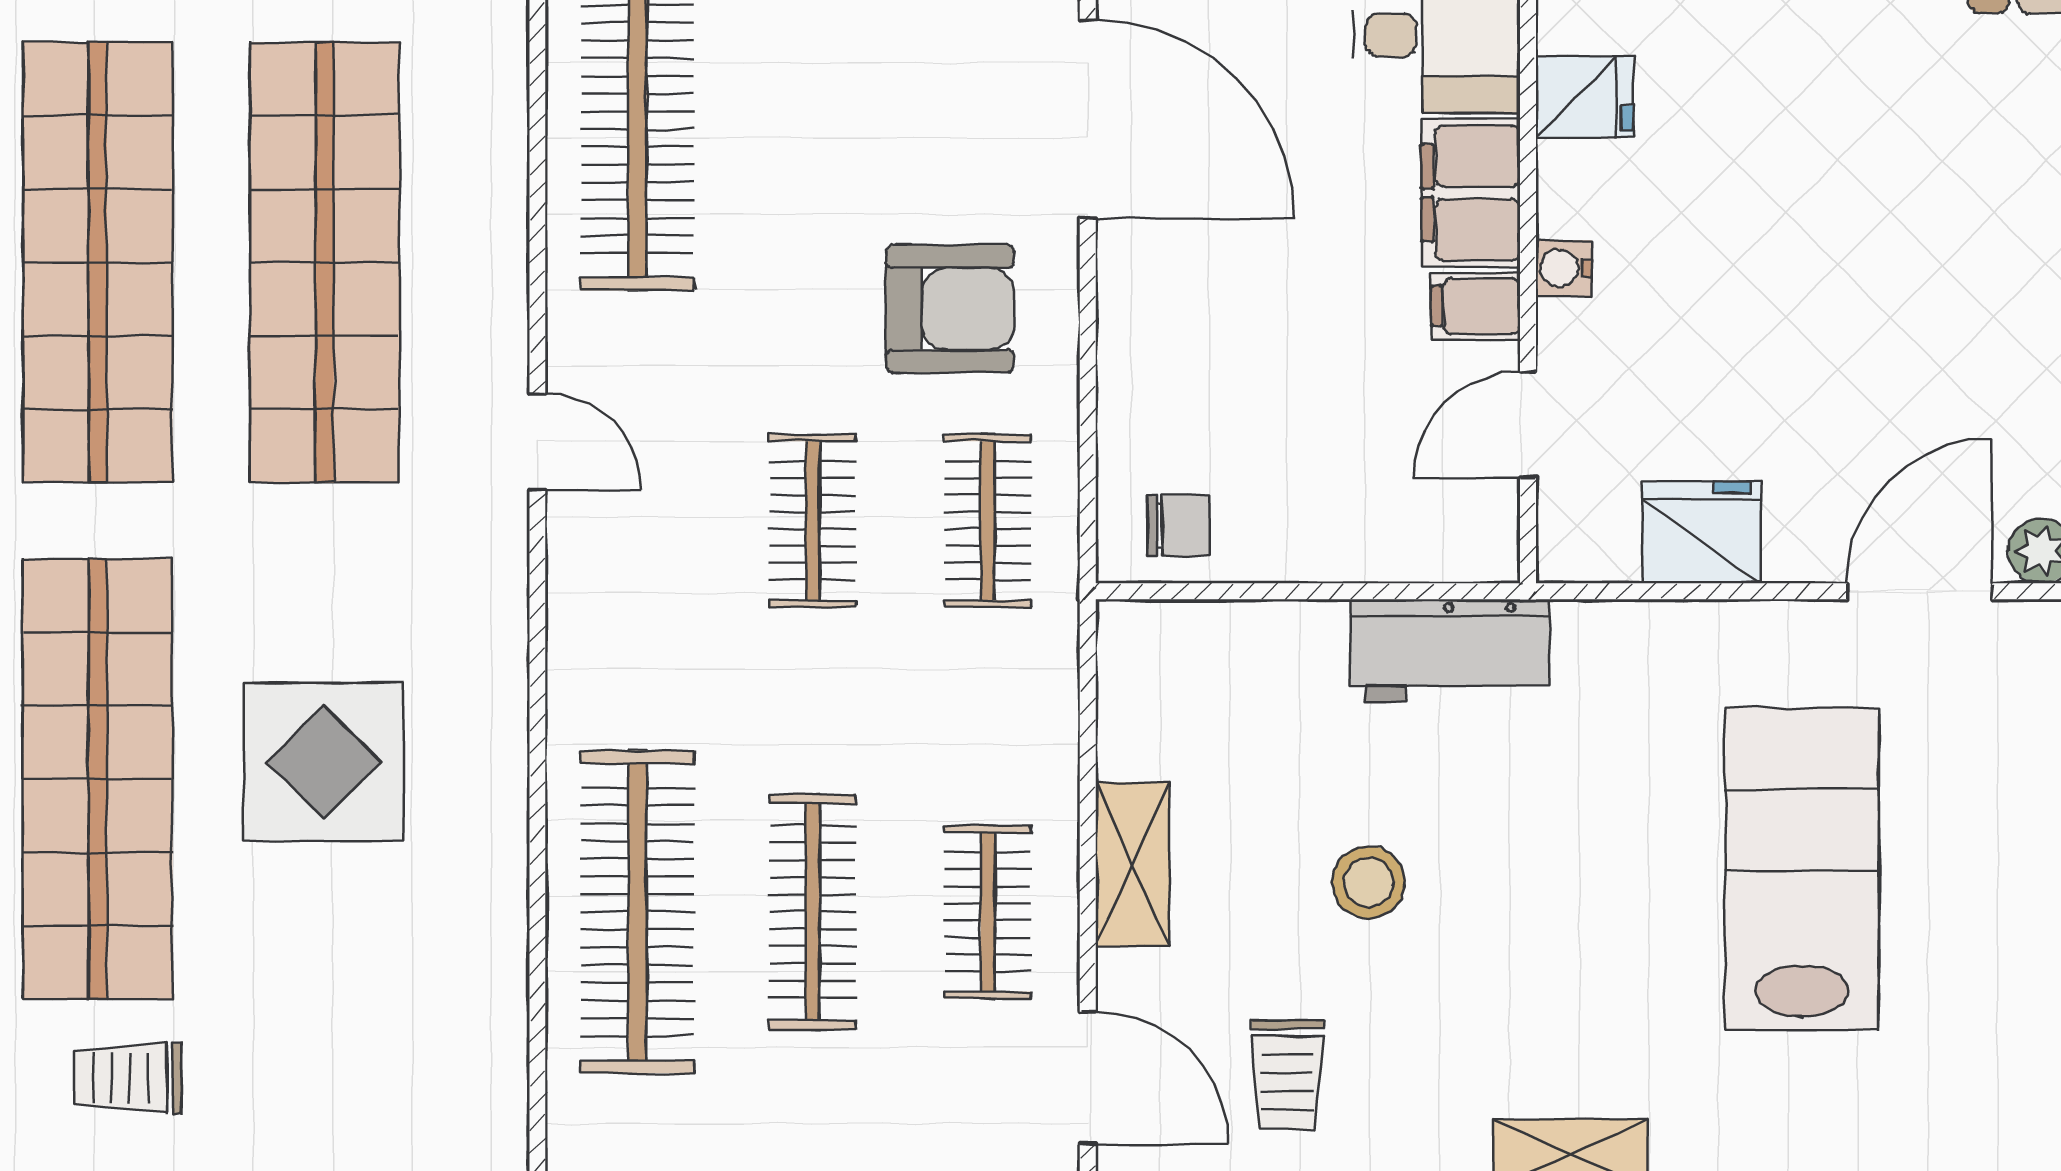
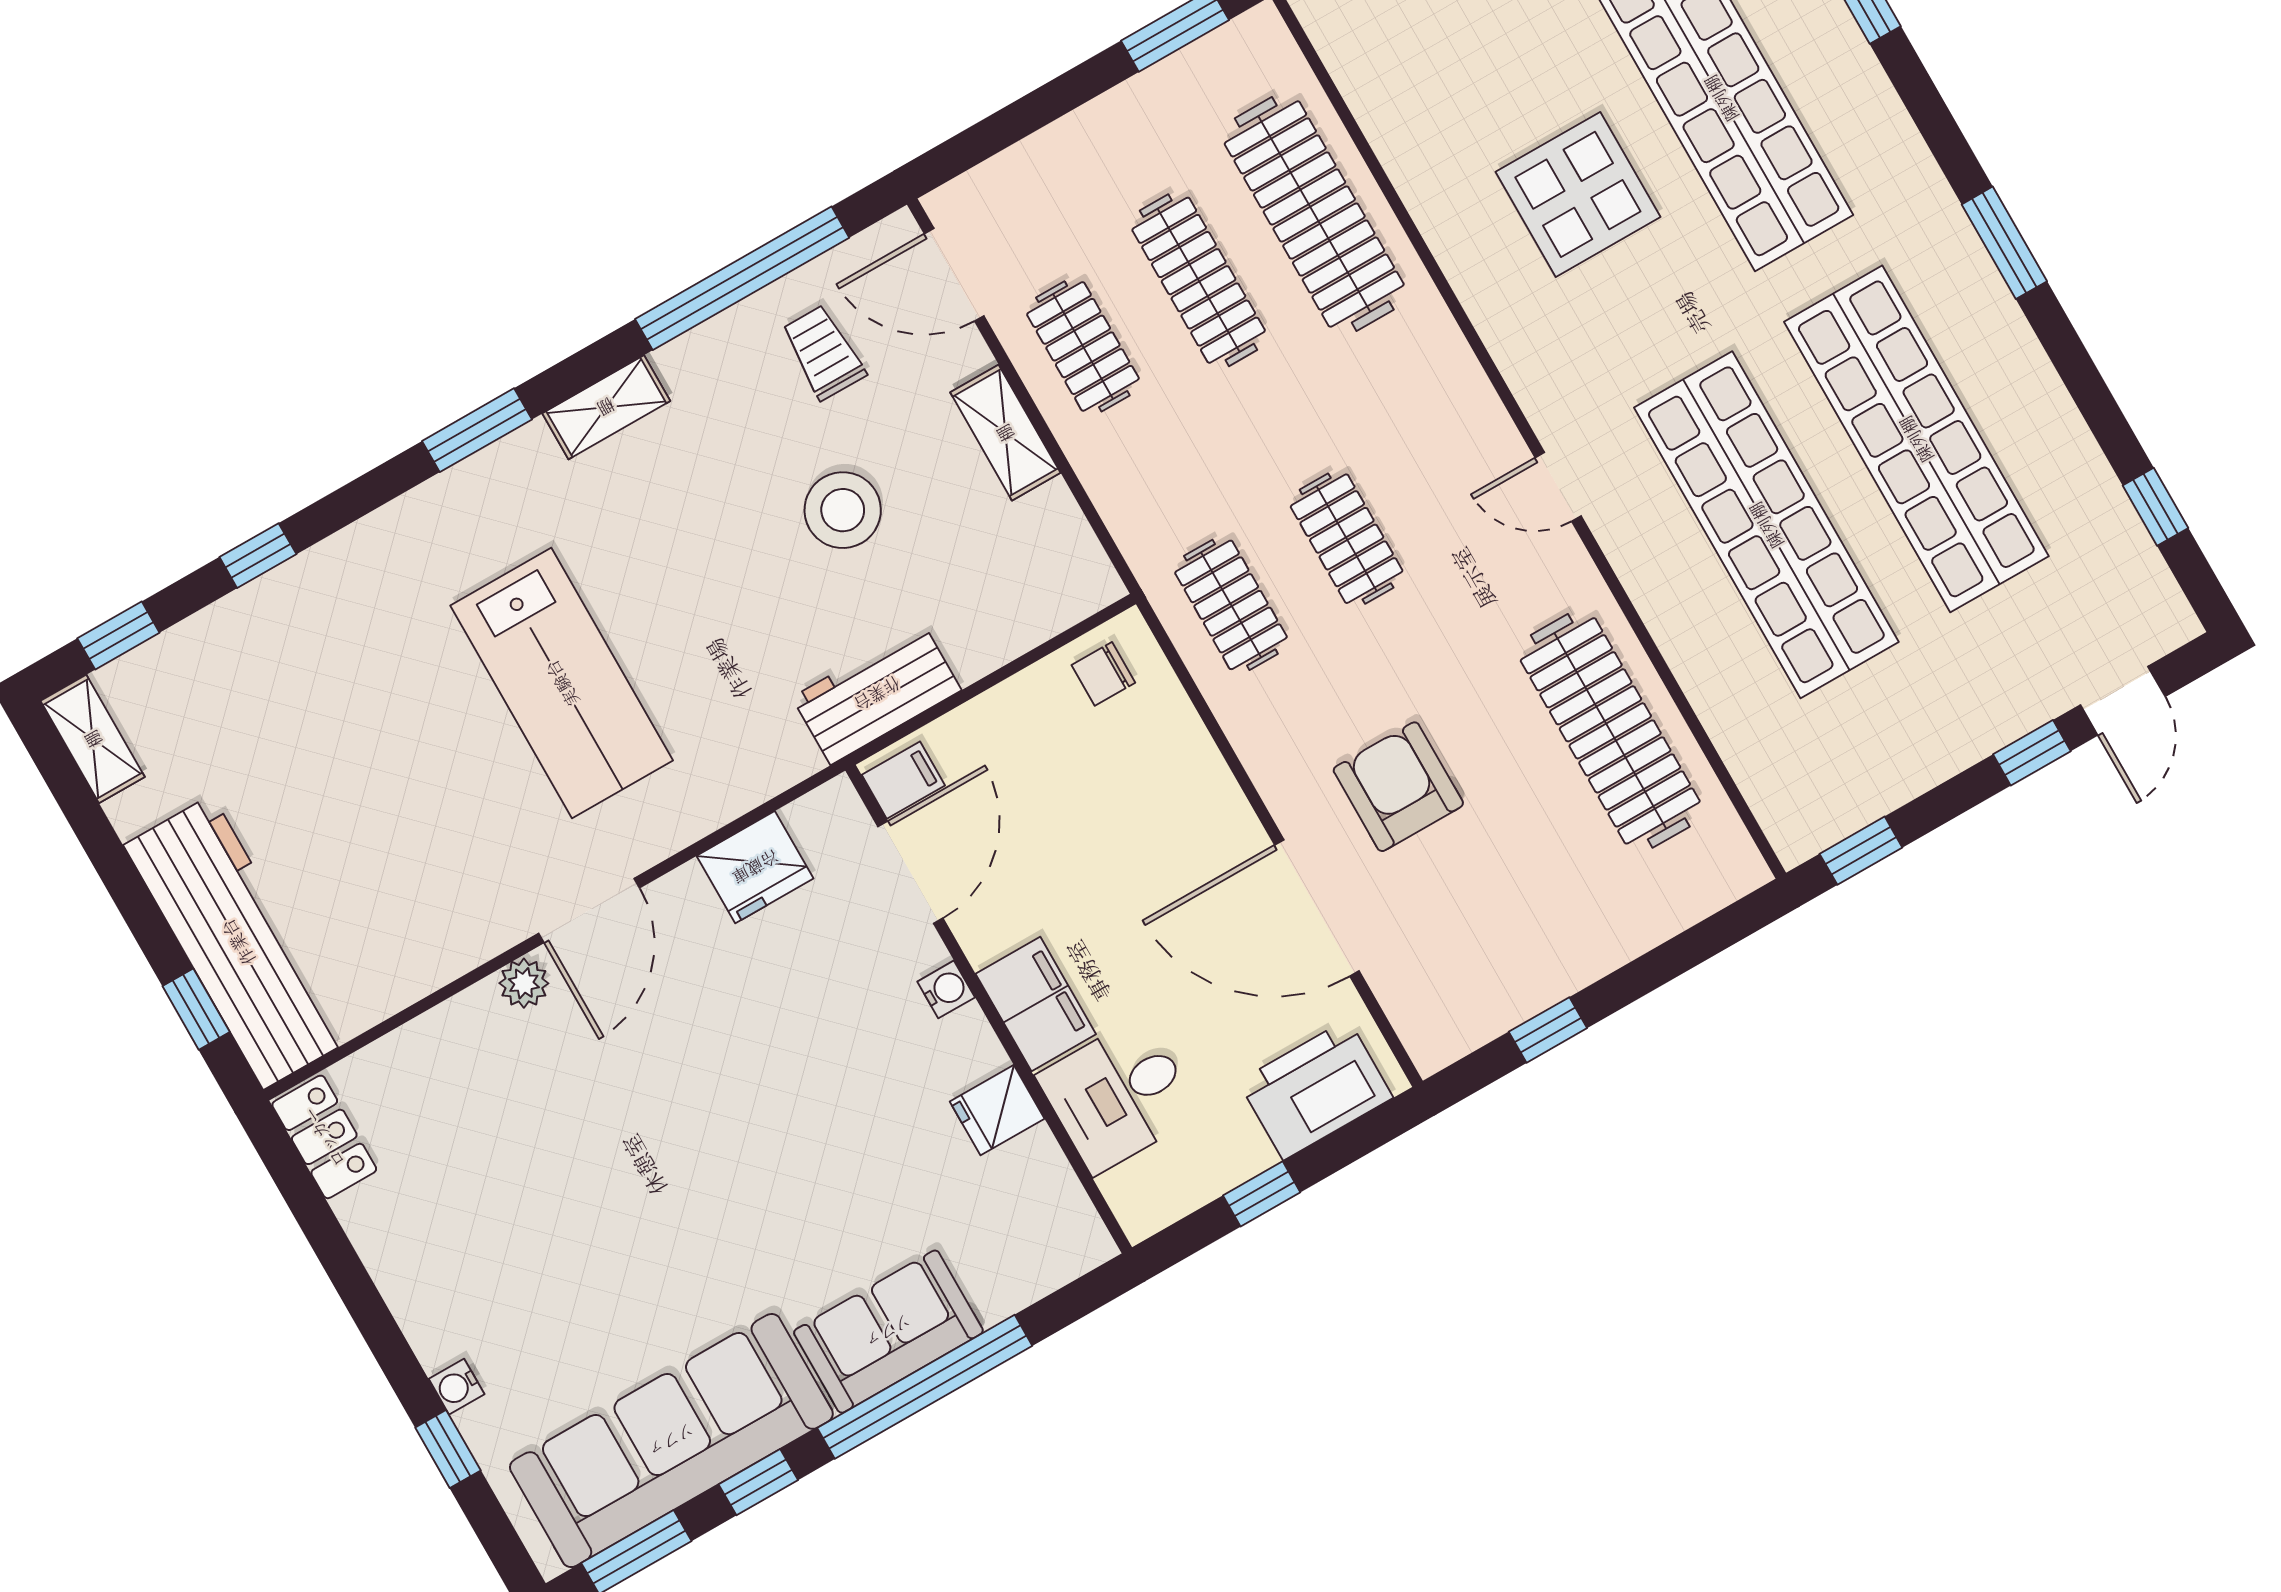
filing cabinet: (1476, 306) -> (903, 780), moved
armchair: (950, 309) -> (1398, 787), moved, turned 90
door: (1528, 425) -> (910, 872), width x1.38
stool: (1369, 882) -> (843, 510), width x1.38, depth x1.38

